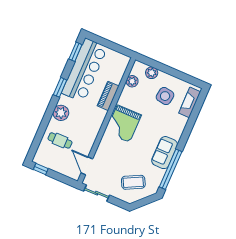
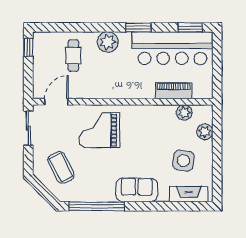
piano: (108, 96) -> (174, 91), moved
grand piano: (123, 124) -> (99, 130), moved
sofa: (165, 153) -> (137, 190), moved

